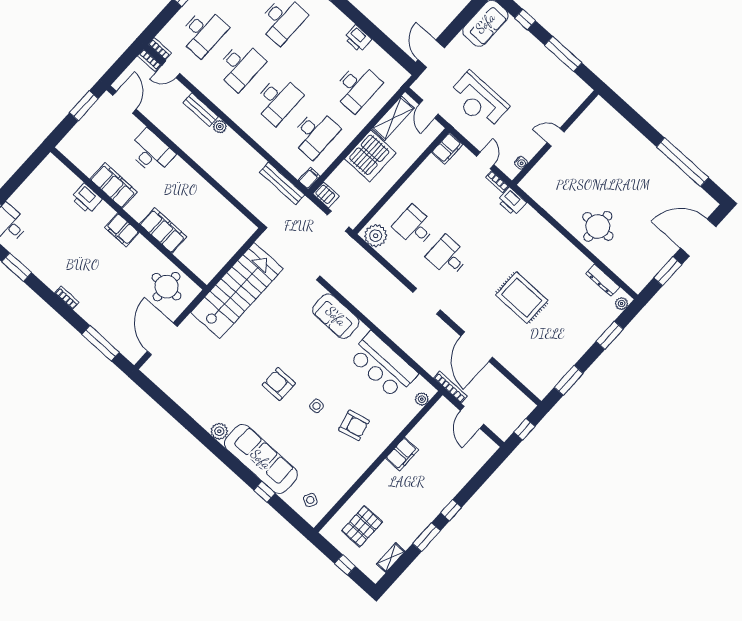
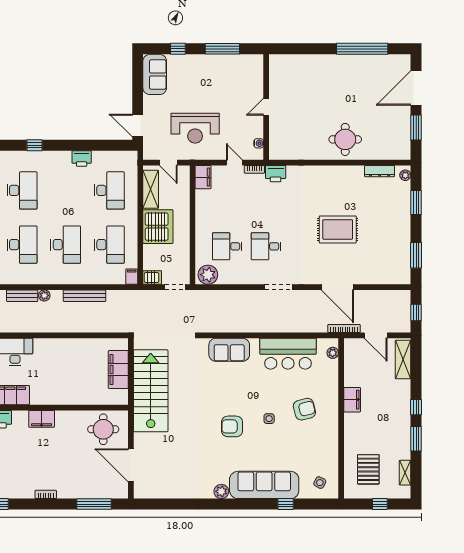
bench: (282, 184) -> (85, 296), moved
filing cabinet: (163, 230) -> (118, 370), moved, turned -90
shelving: (477, 459) -> (403, 360), added

